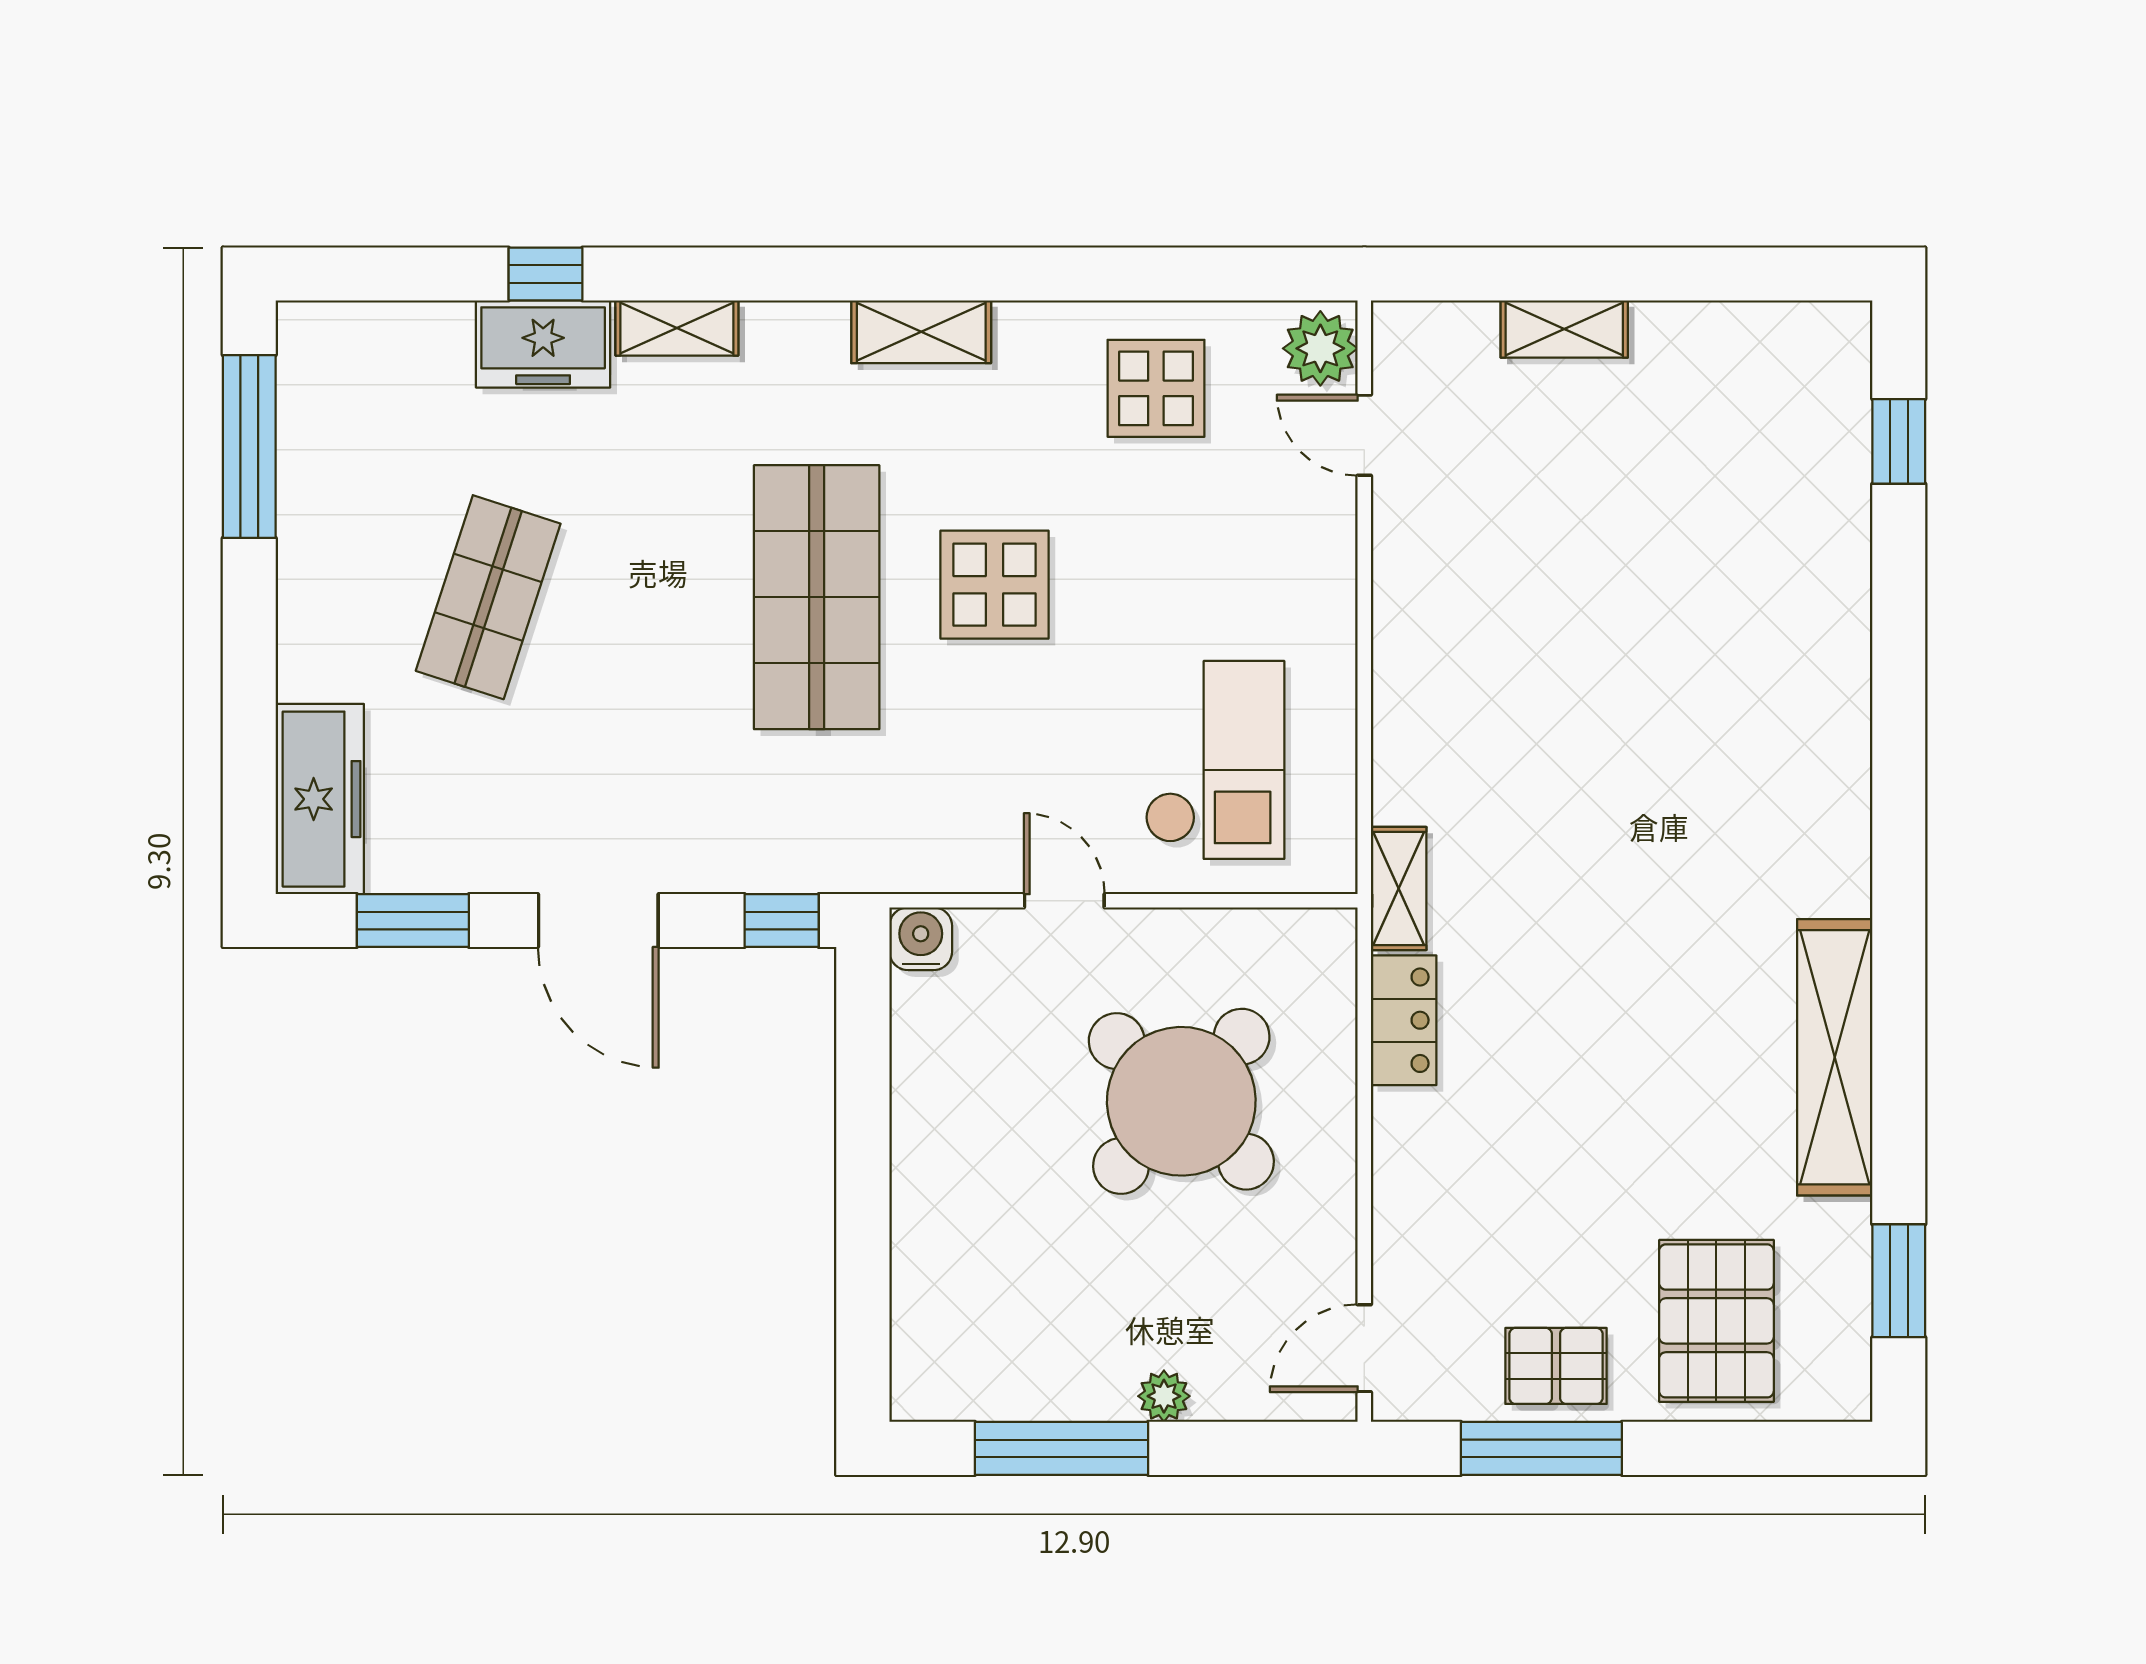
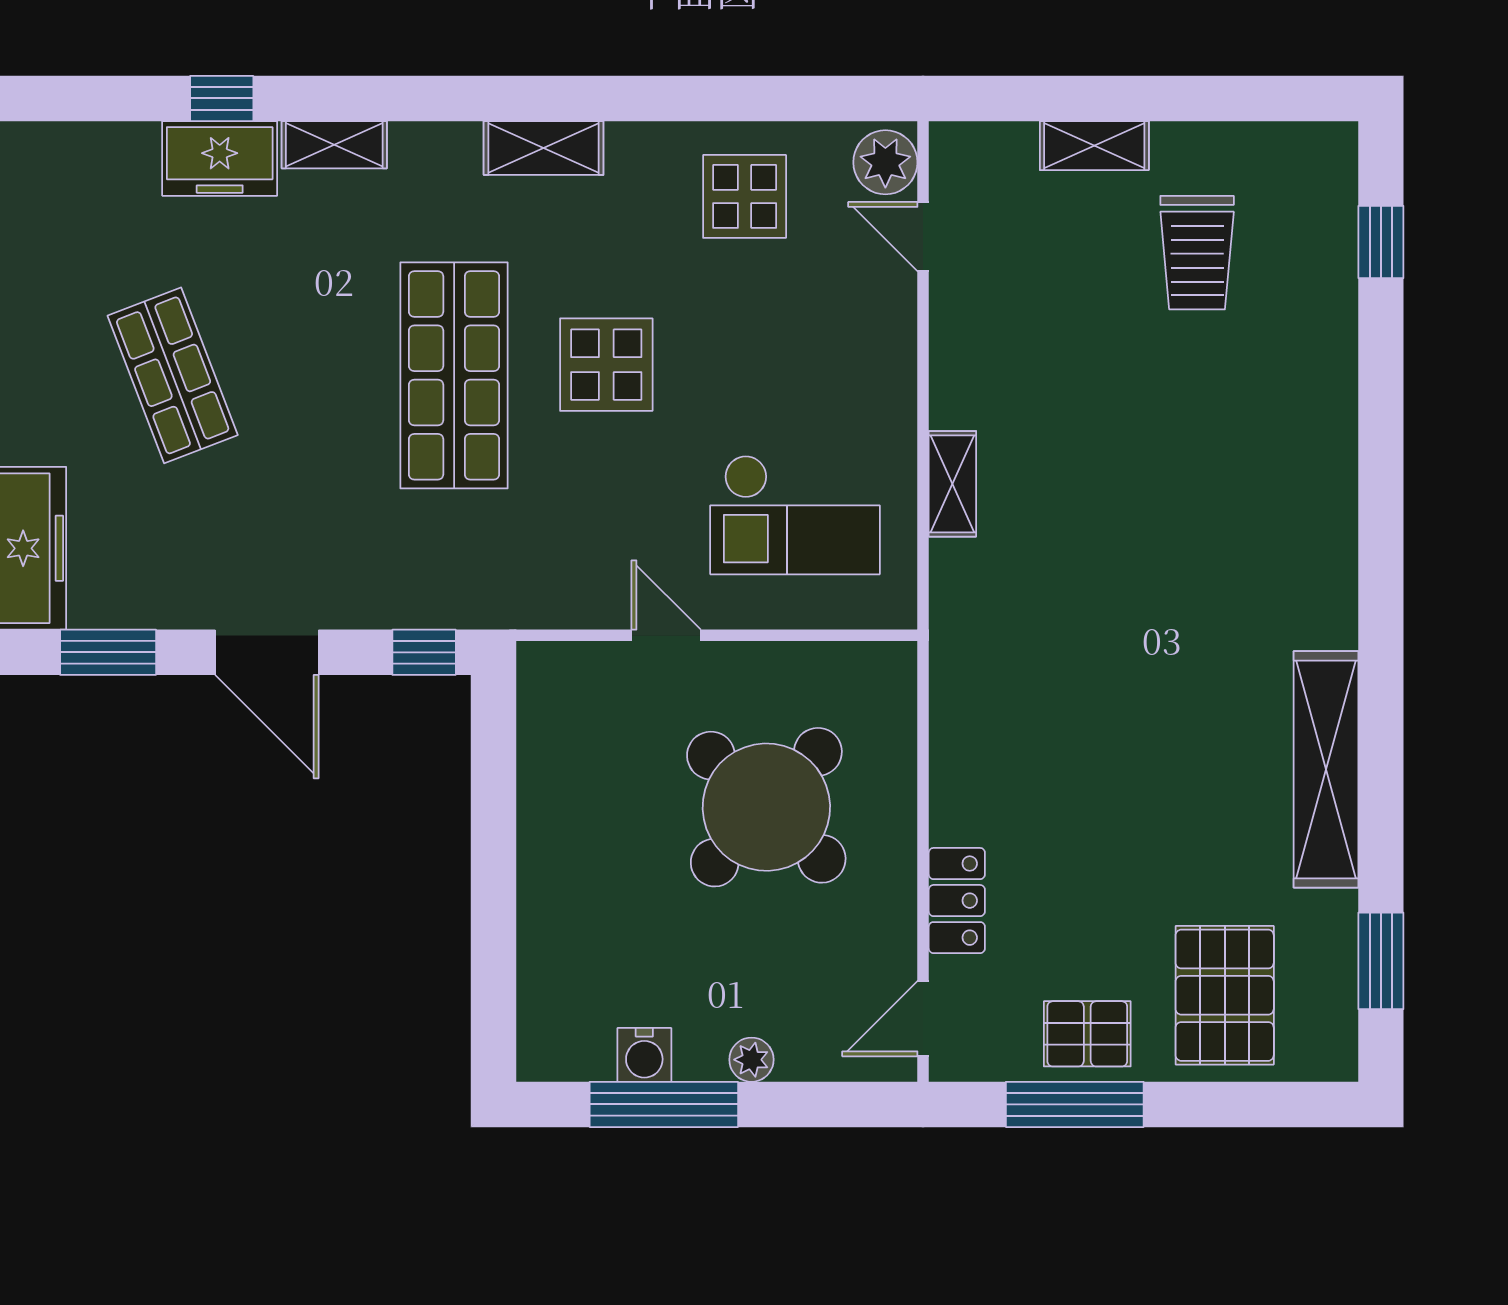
trolley: (1684, 454) -> (1197, 253), added
shop shelf: (488, 597) -> (173, 375), turned -39
checkout: (1215, 760) -> (795, 515), turned 90
shelving: (1399, 888) -> (952, 484), moved
water cooler: (921, 939) -> (644, 1055), moved, turned 180
locker: (1404, 1020) -> (957, 901), moved

